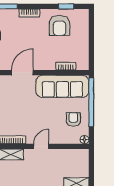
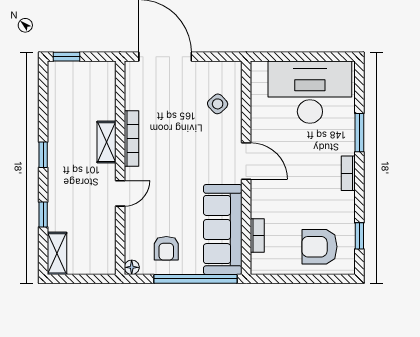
armchair: (60, 25) -> (319, 247), moved
armchair: (73, 119) -> (166, 248), turned 90
door: (41, 146) -> (120, 193), hinge flipped

